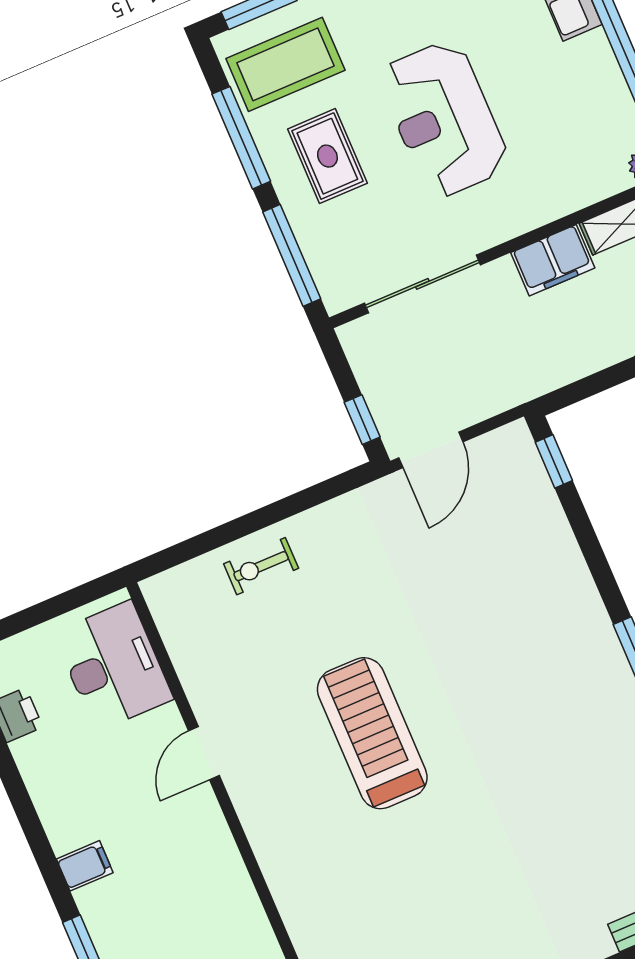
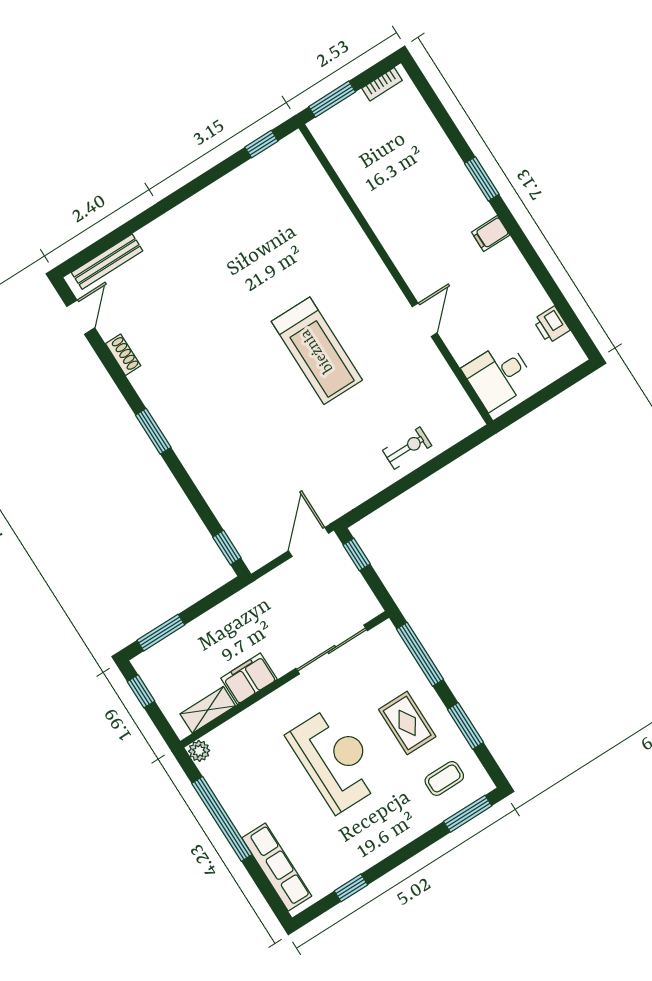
coffee table: (285, 64) -> (444, 778), width x0.54, depth x0.58
window: (241, 138) -> (465, 726), width x0.69
desk: (113, 666) -> (498, 376), width x0.73

